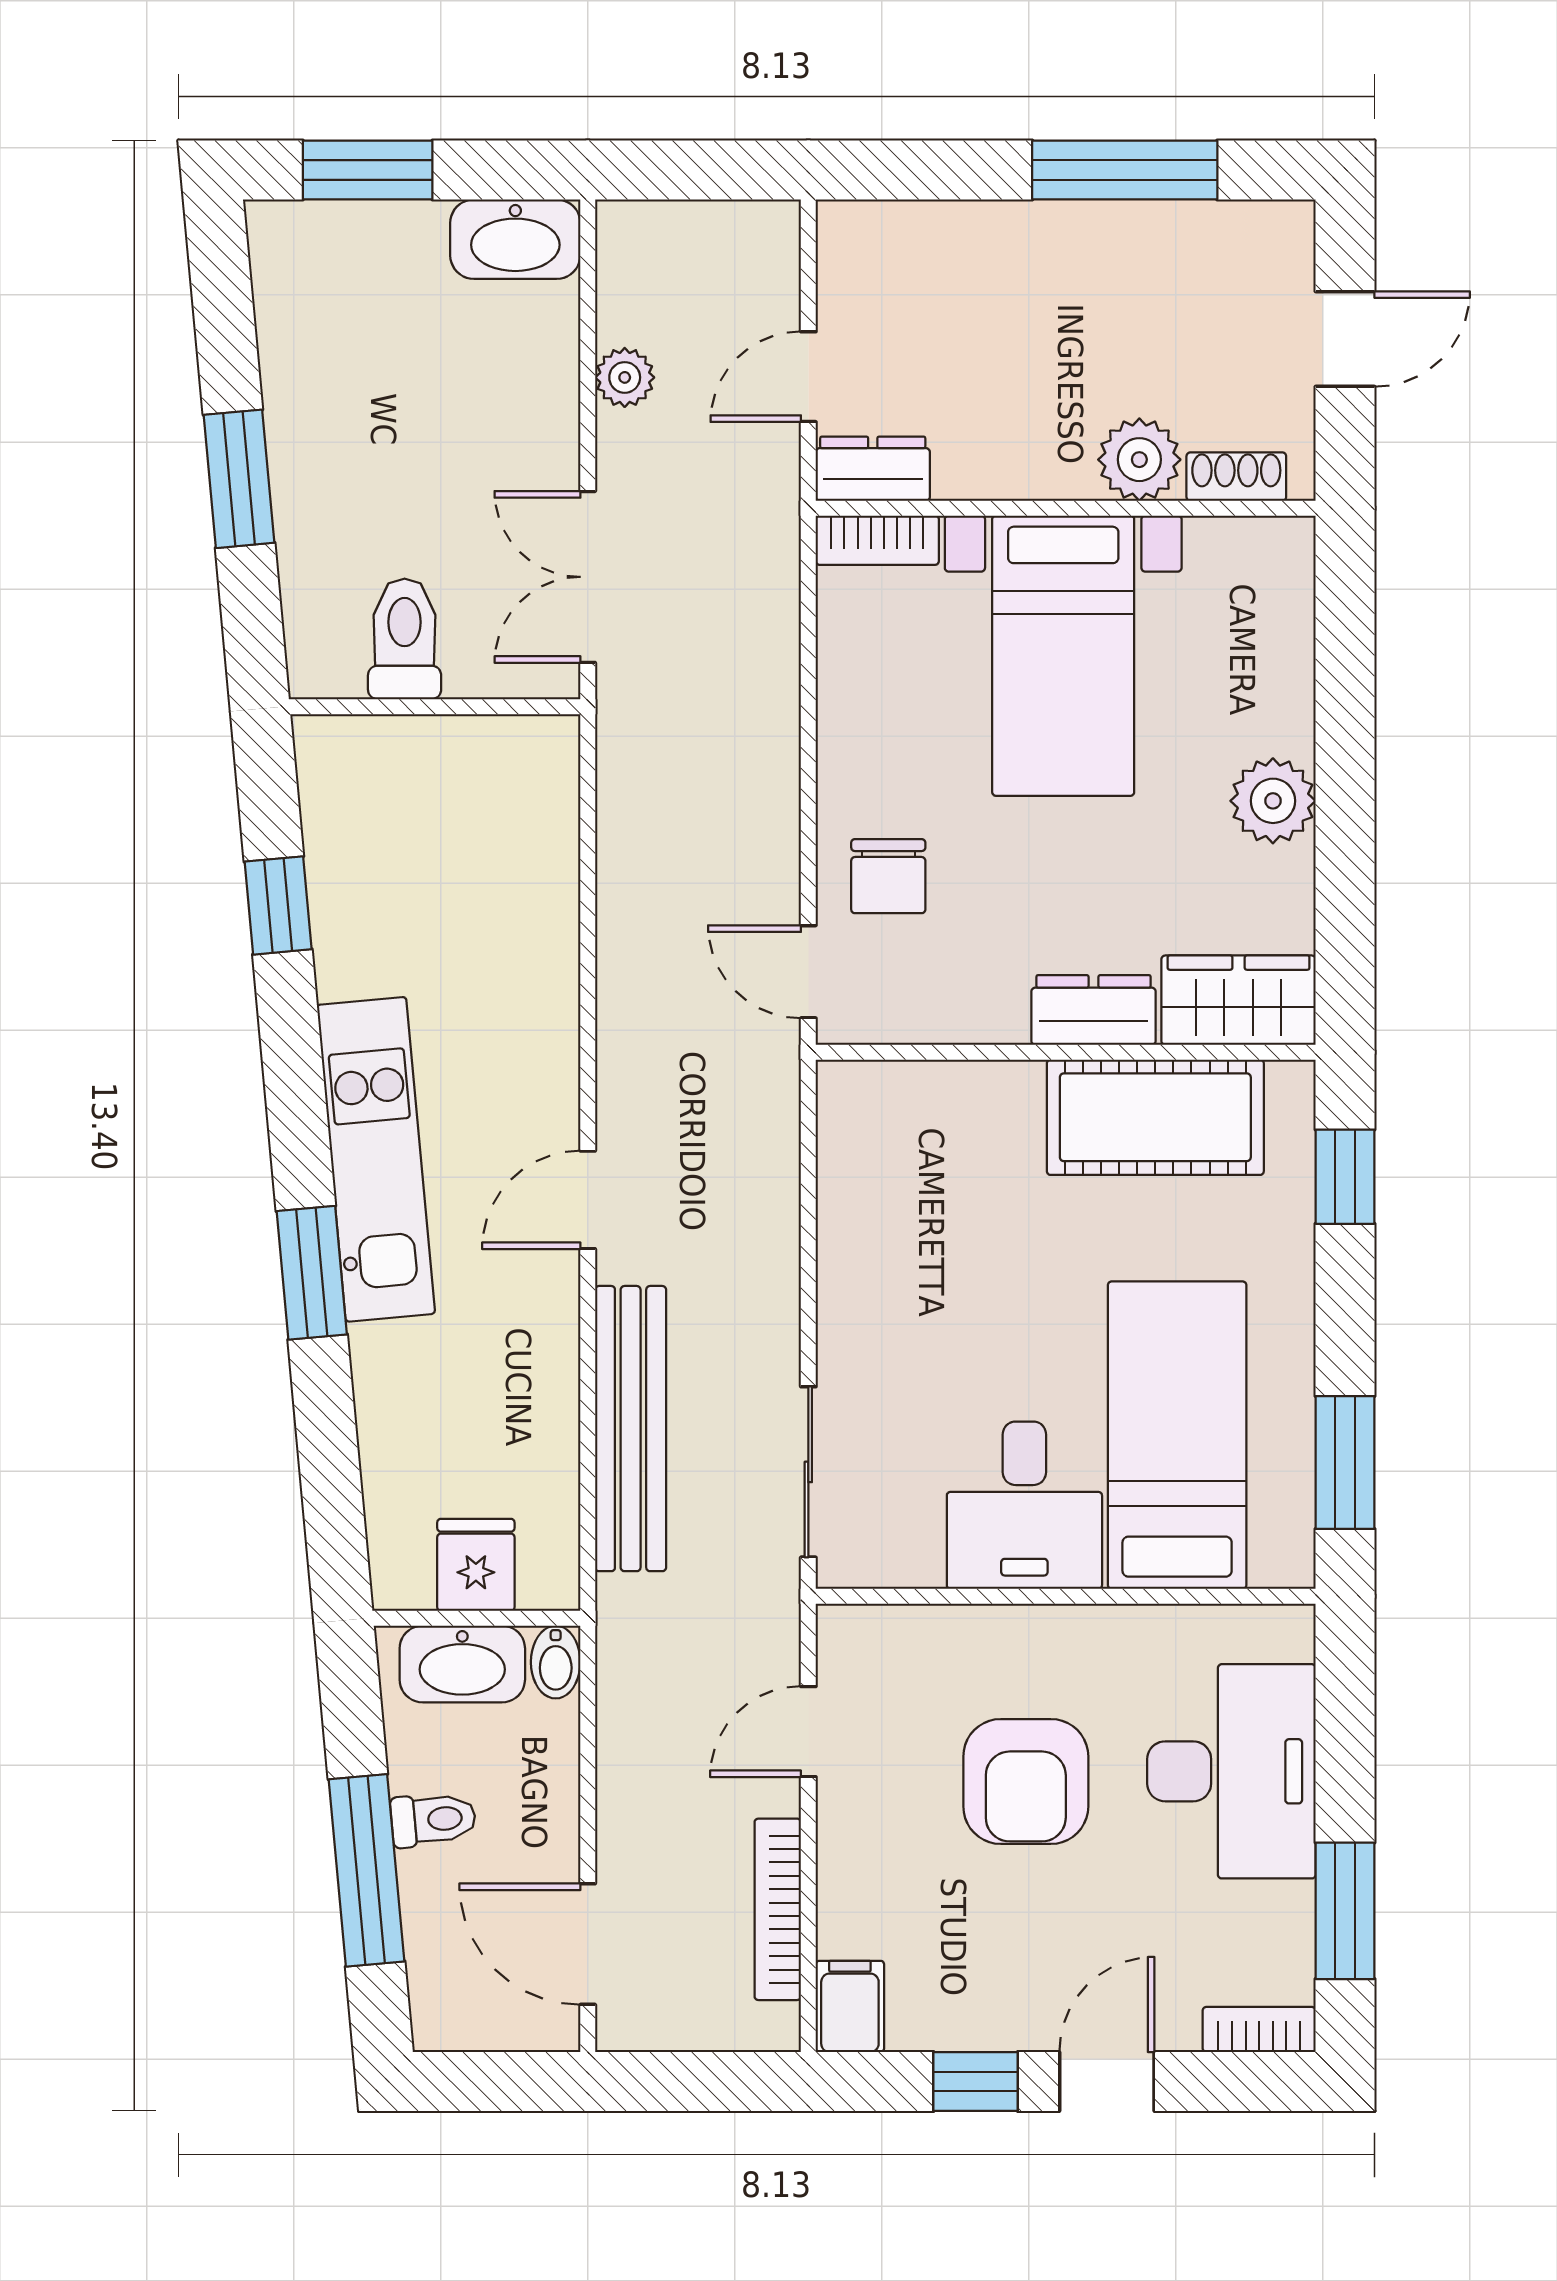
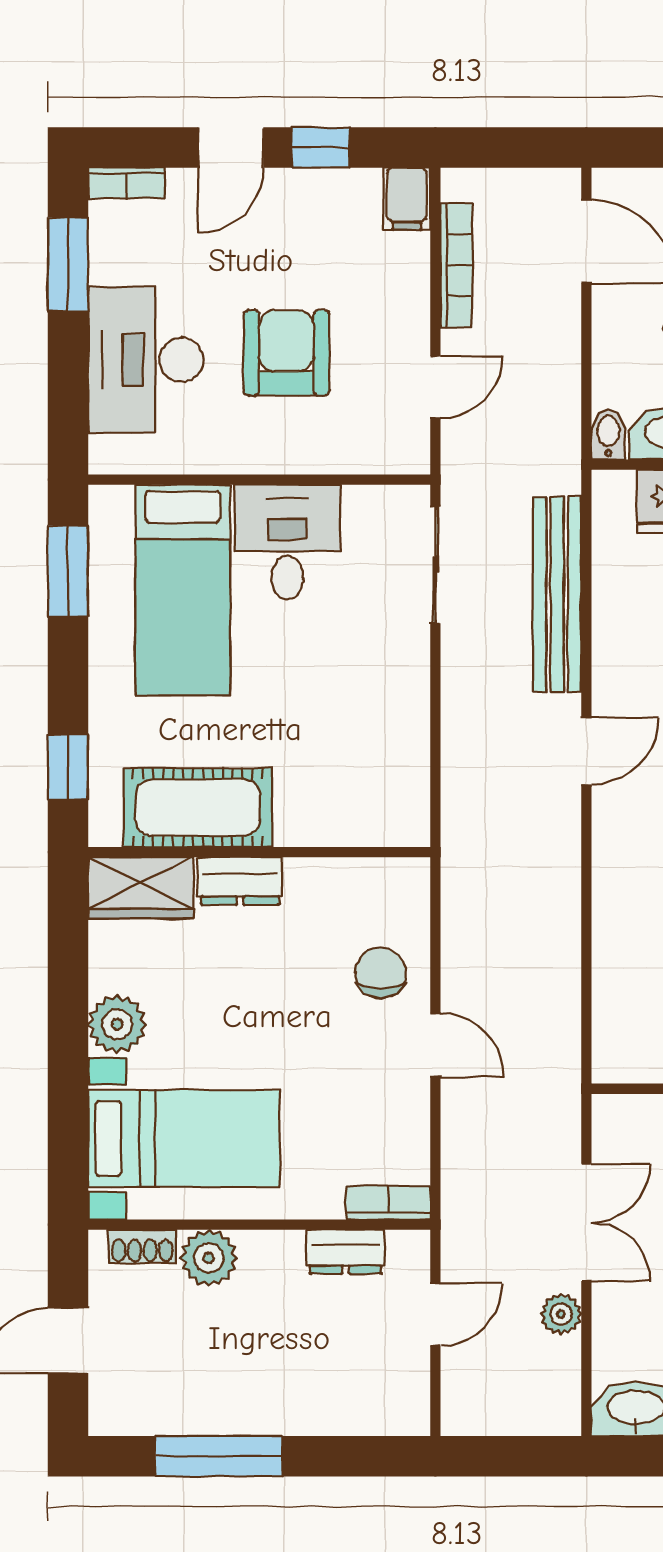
dresser: (873, 469) -> (346, 1252), moved
double door: (588, 577) -> (586, 1222), moved
bed with nightstands: (1063, 656) -> (184, 1139), moved, turned 90
door: (808, 972) -> (435, 1045), moved

